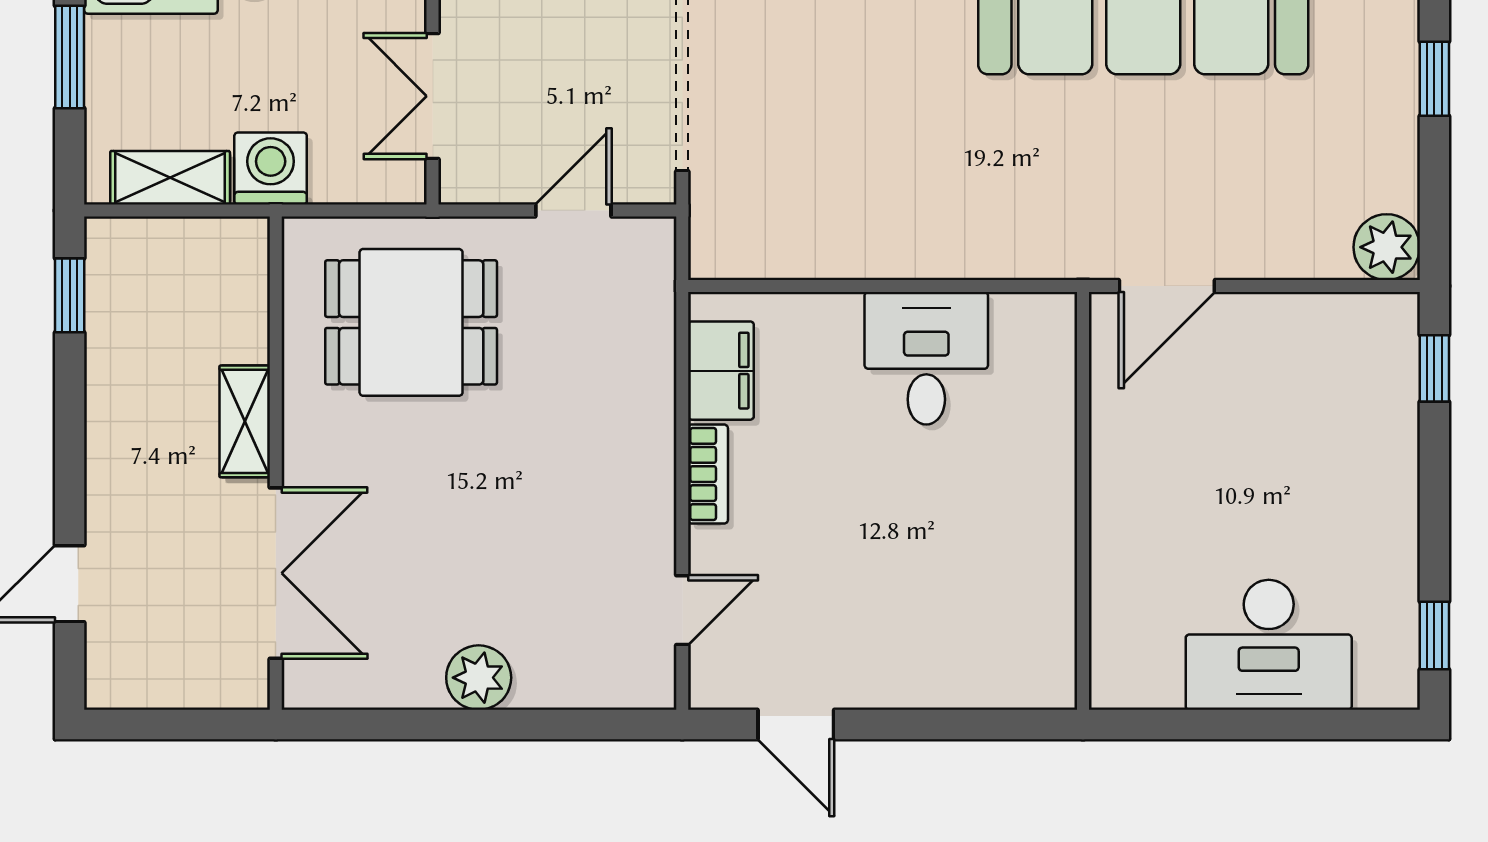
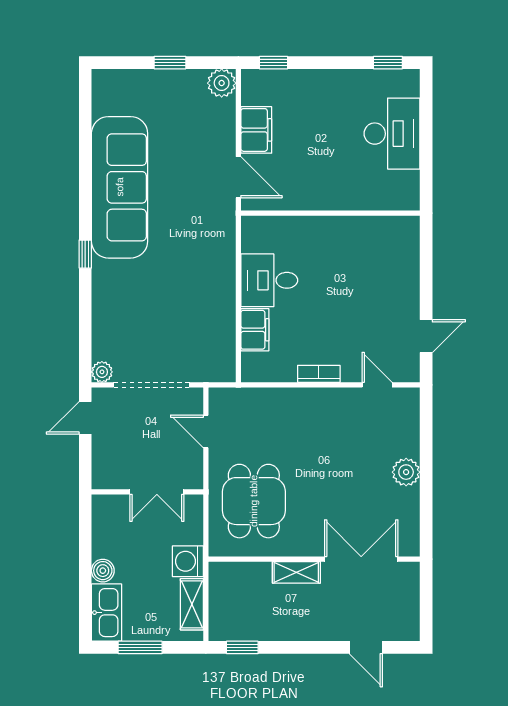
window: (1434, 79) -> (170, 63), moved
filing cabinet: (1277, 328) -> (256, 130), added
filing cabinet: (721, 371) -> (255, 330), moved, turned 90

